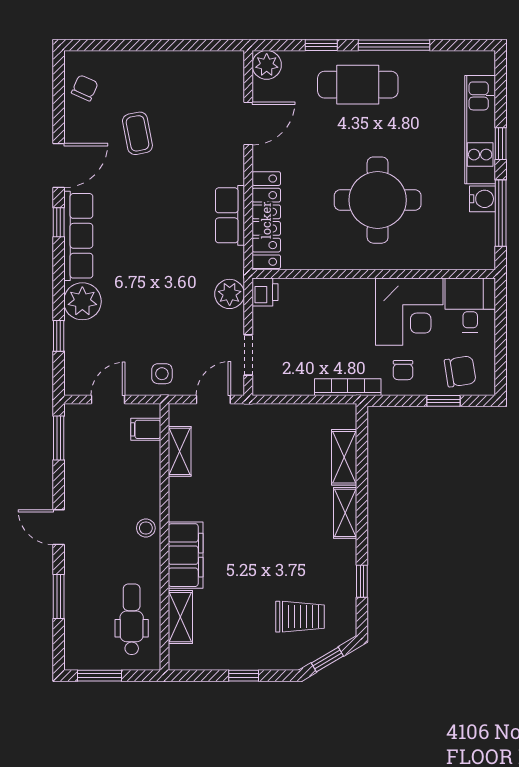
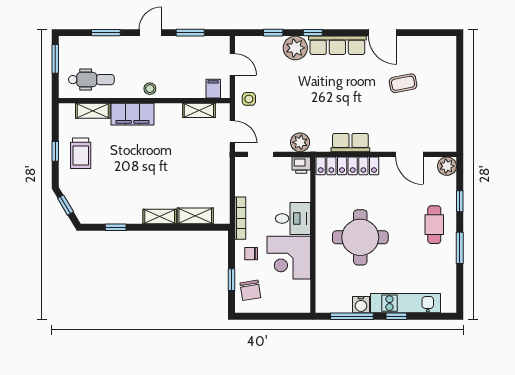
window: (394, 45) -> (460, 248), width x0.69
cafe table: (358, 85) -> (434, 225), width x0.73, depth x0.74
chair: (85, 88) -> (432, 49), removed
window: (59, 222) -> (313, 33), moved
desk: (470, 305) -> (293, 219), moved
window: (59, 438) -> (190, 33), moved
trolley: (300, 617) -> (81, 153), moved

